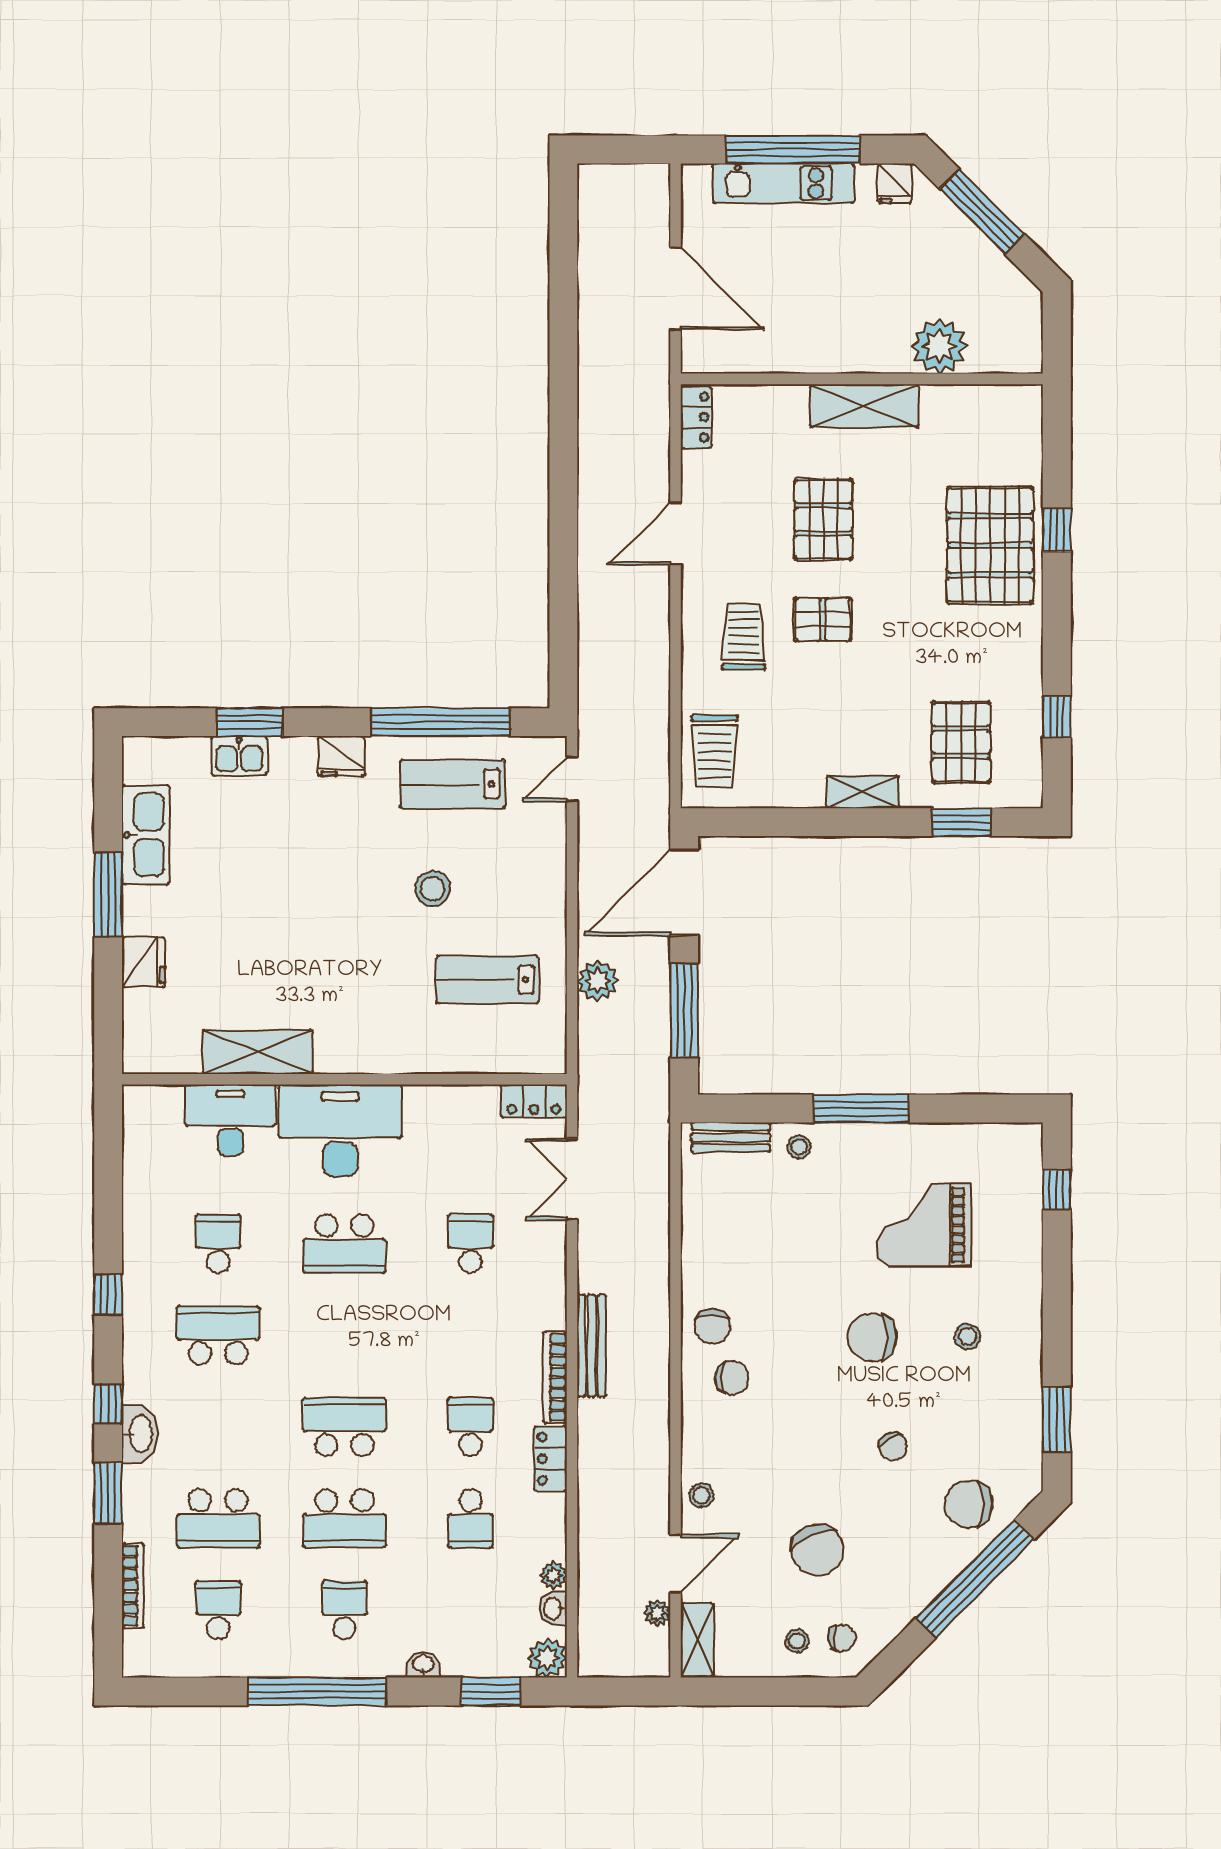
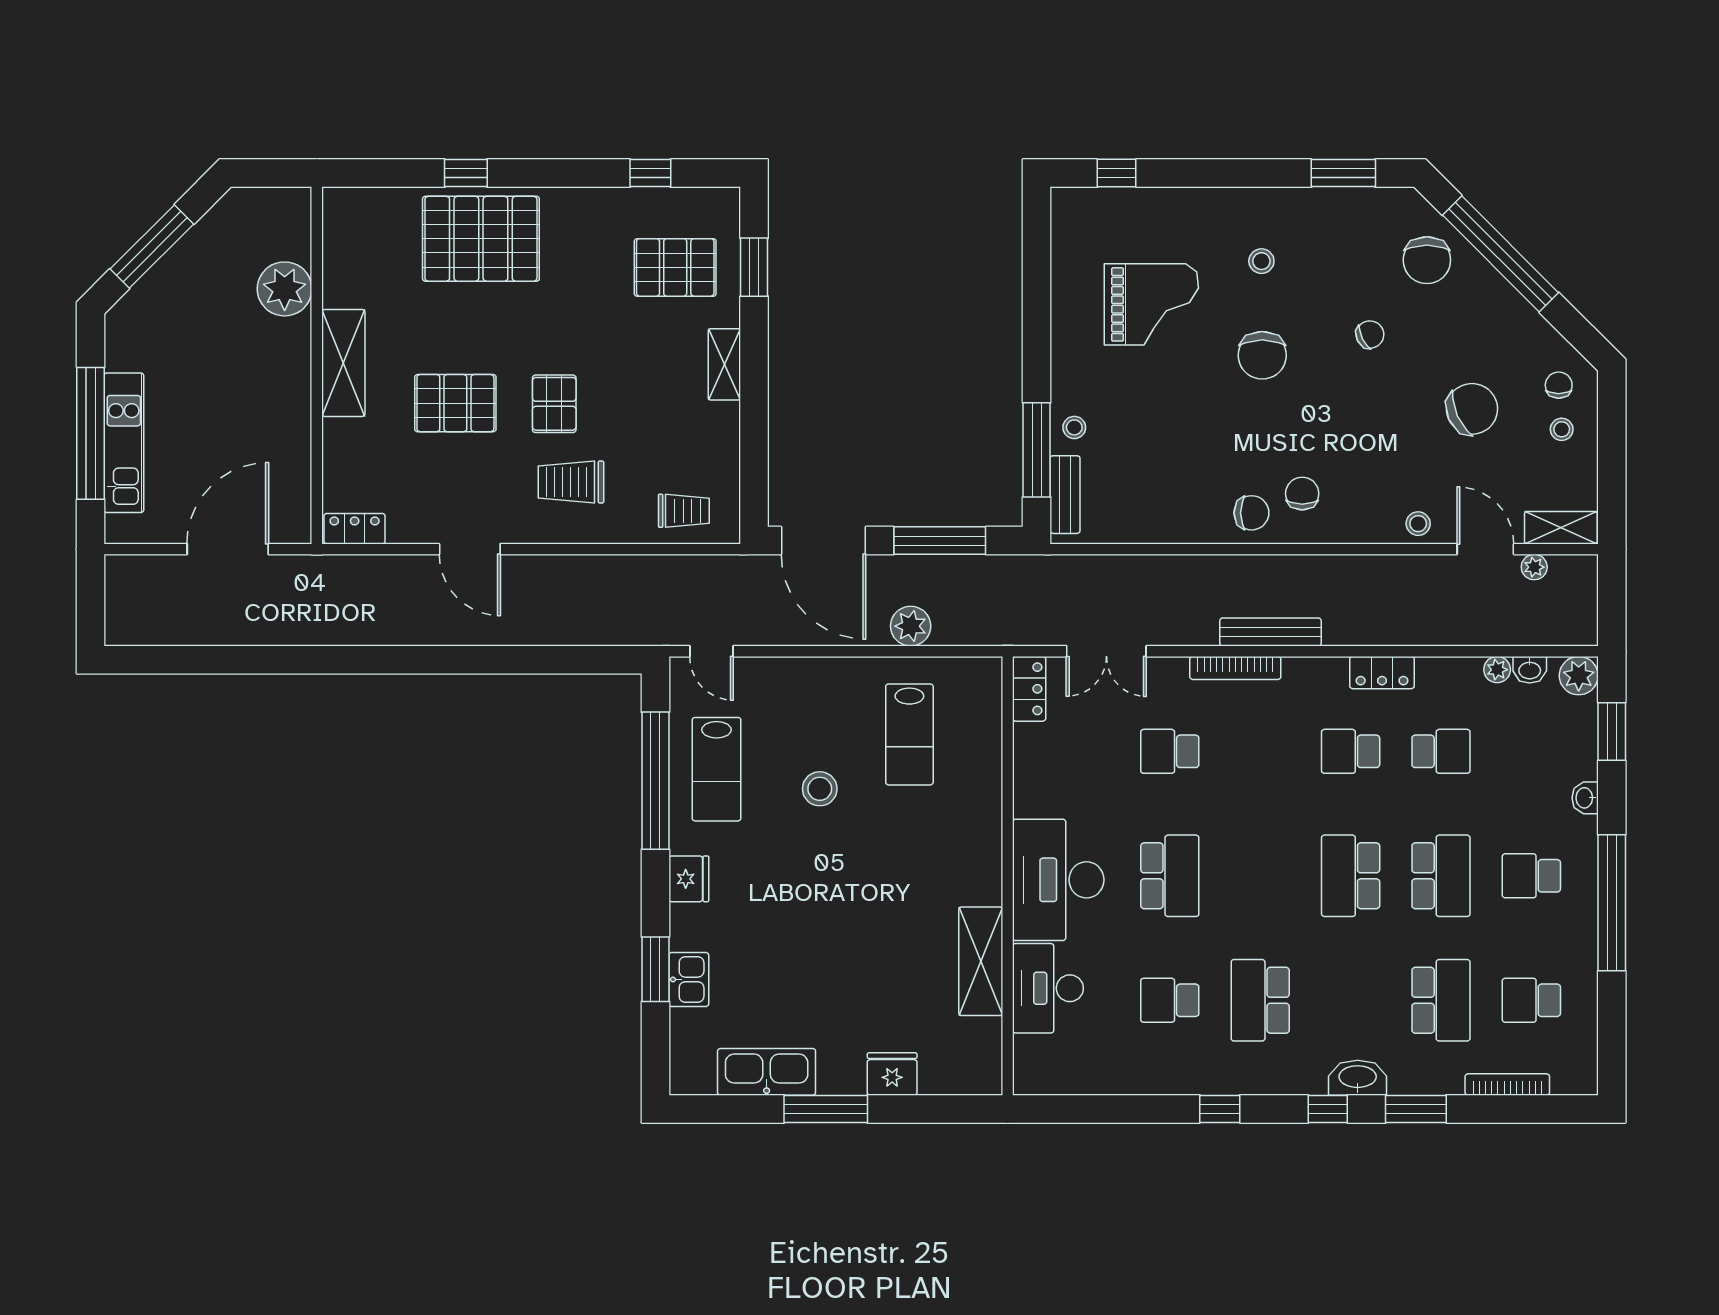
fridge: (895, 183) -> (124, 333), removed
trolley: (714, 751) -> (684, 511), width x0.73, depth x0.72
window: (861, 1109) -> (1037, 450), moved
grand piano: (924, 1225) -> (1151, 304), turned -90
bookcase: (555, 1377) -> (1235, 668), moved

